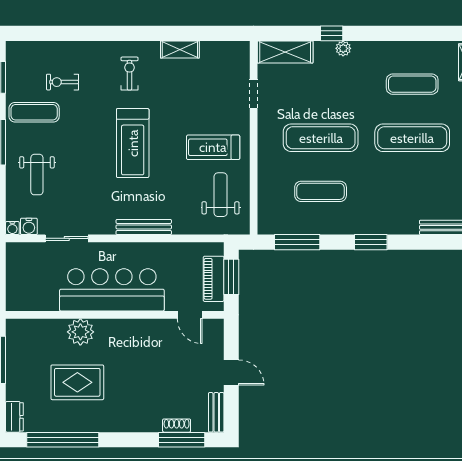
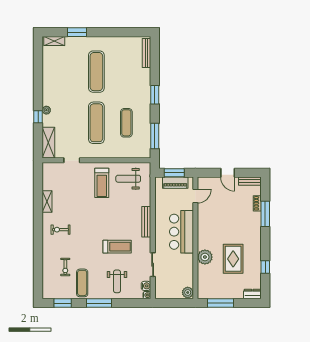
exercise mat: (412, 84) -> (66, 72), removed
treadmill: (133, 143) -> (117, 247), moved, width x0.73, depth x0.73
weight bench: (37, 175) -> (117, 281), turned 90
bar counter: (112, 290) -> (181, 232), width x0.73
plant: (17, 301) -> (188, 292), added
door: (231, 372) -> (228, 173), swing flipped
window: (63, 440) -> (265, 267), width x0.32
window: (182, 440) -> (265, 214), moved

